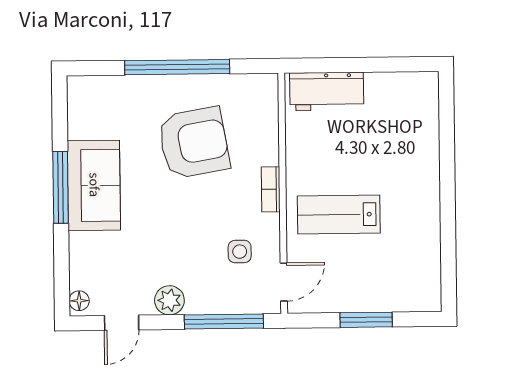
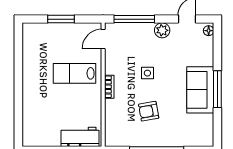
armchair: (194, 143) -> (149, 111), width x0.53, depth x0.53
lab bench: (339, 214) -> (74, 73), turned 180
side table: (240, 252) -> (147, 73), moved

